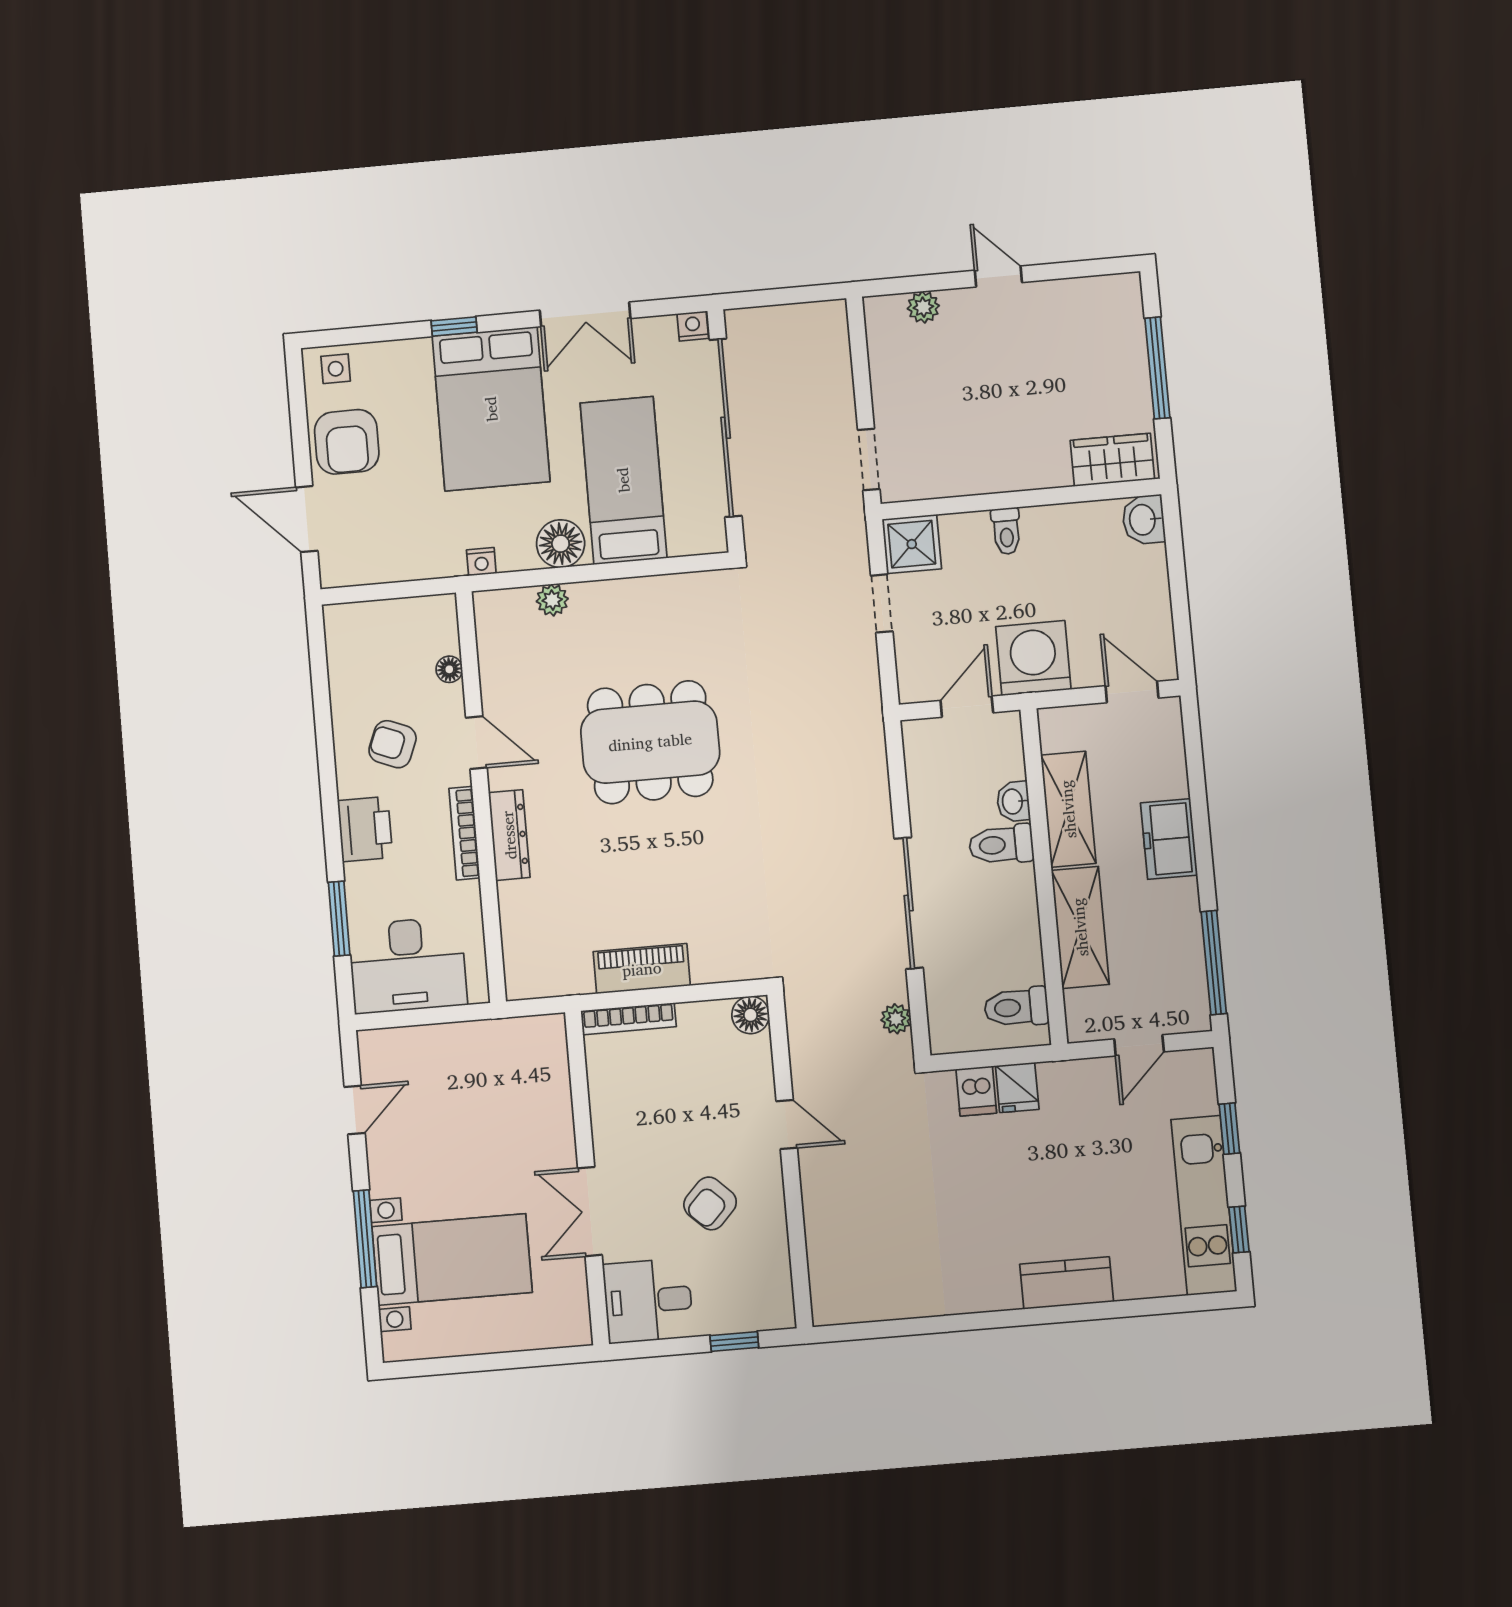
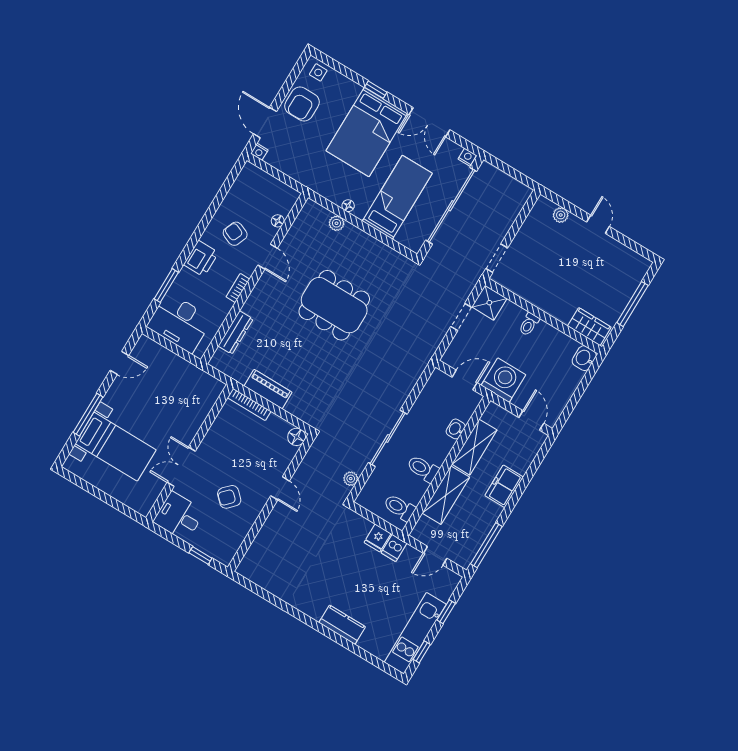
floor lamp: (561, 544) -> (348, 206), width x0.53, depth x0.53
nightstand: (481, 562) -> (259, 152), moved
bookcase: (464, 833) -> (238, 288), width x0.64
dresser: (509, 835) -> (236, 332), moved
toilet: (1001, 845) -> (423, 469), moved
dishwasher: (976, 1091) -> (394, 548), moved

